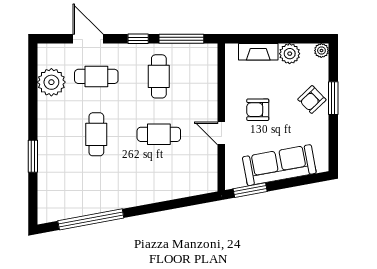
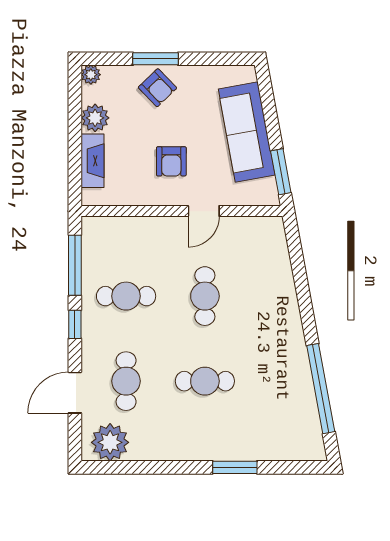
plant: (51, 82) -> (110, 442), moved

